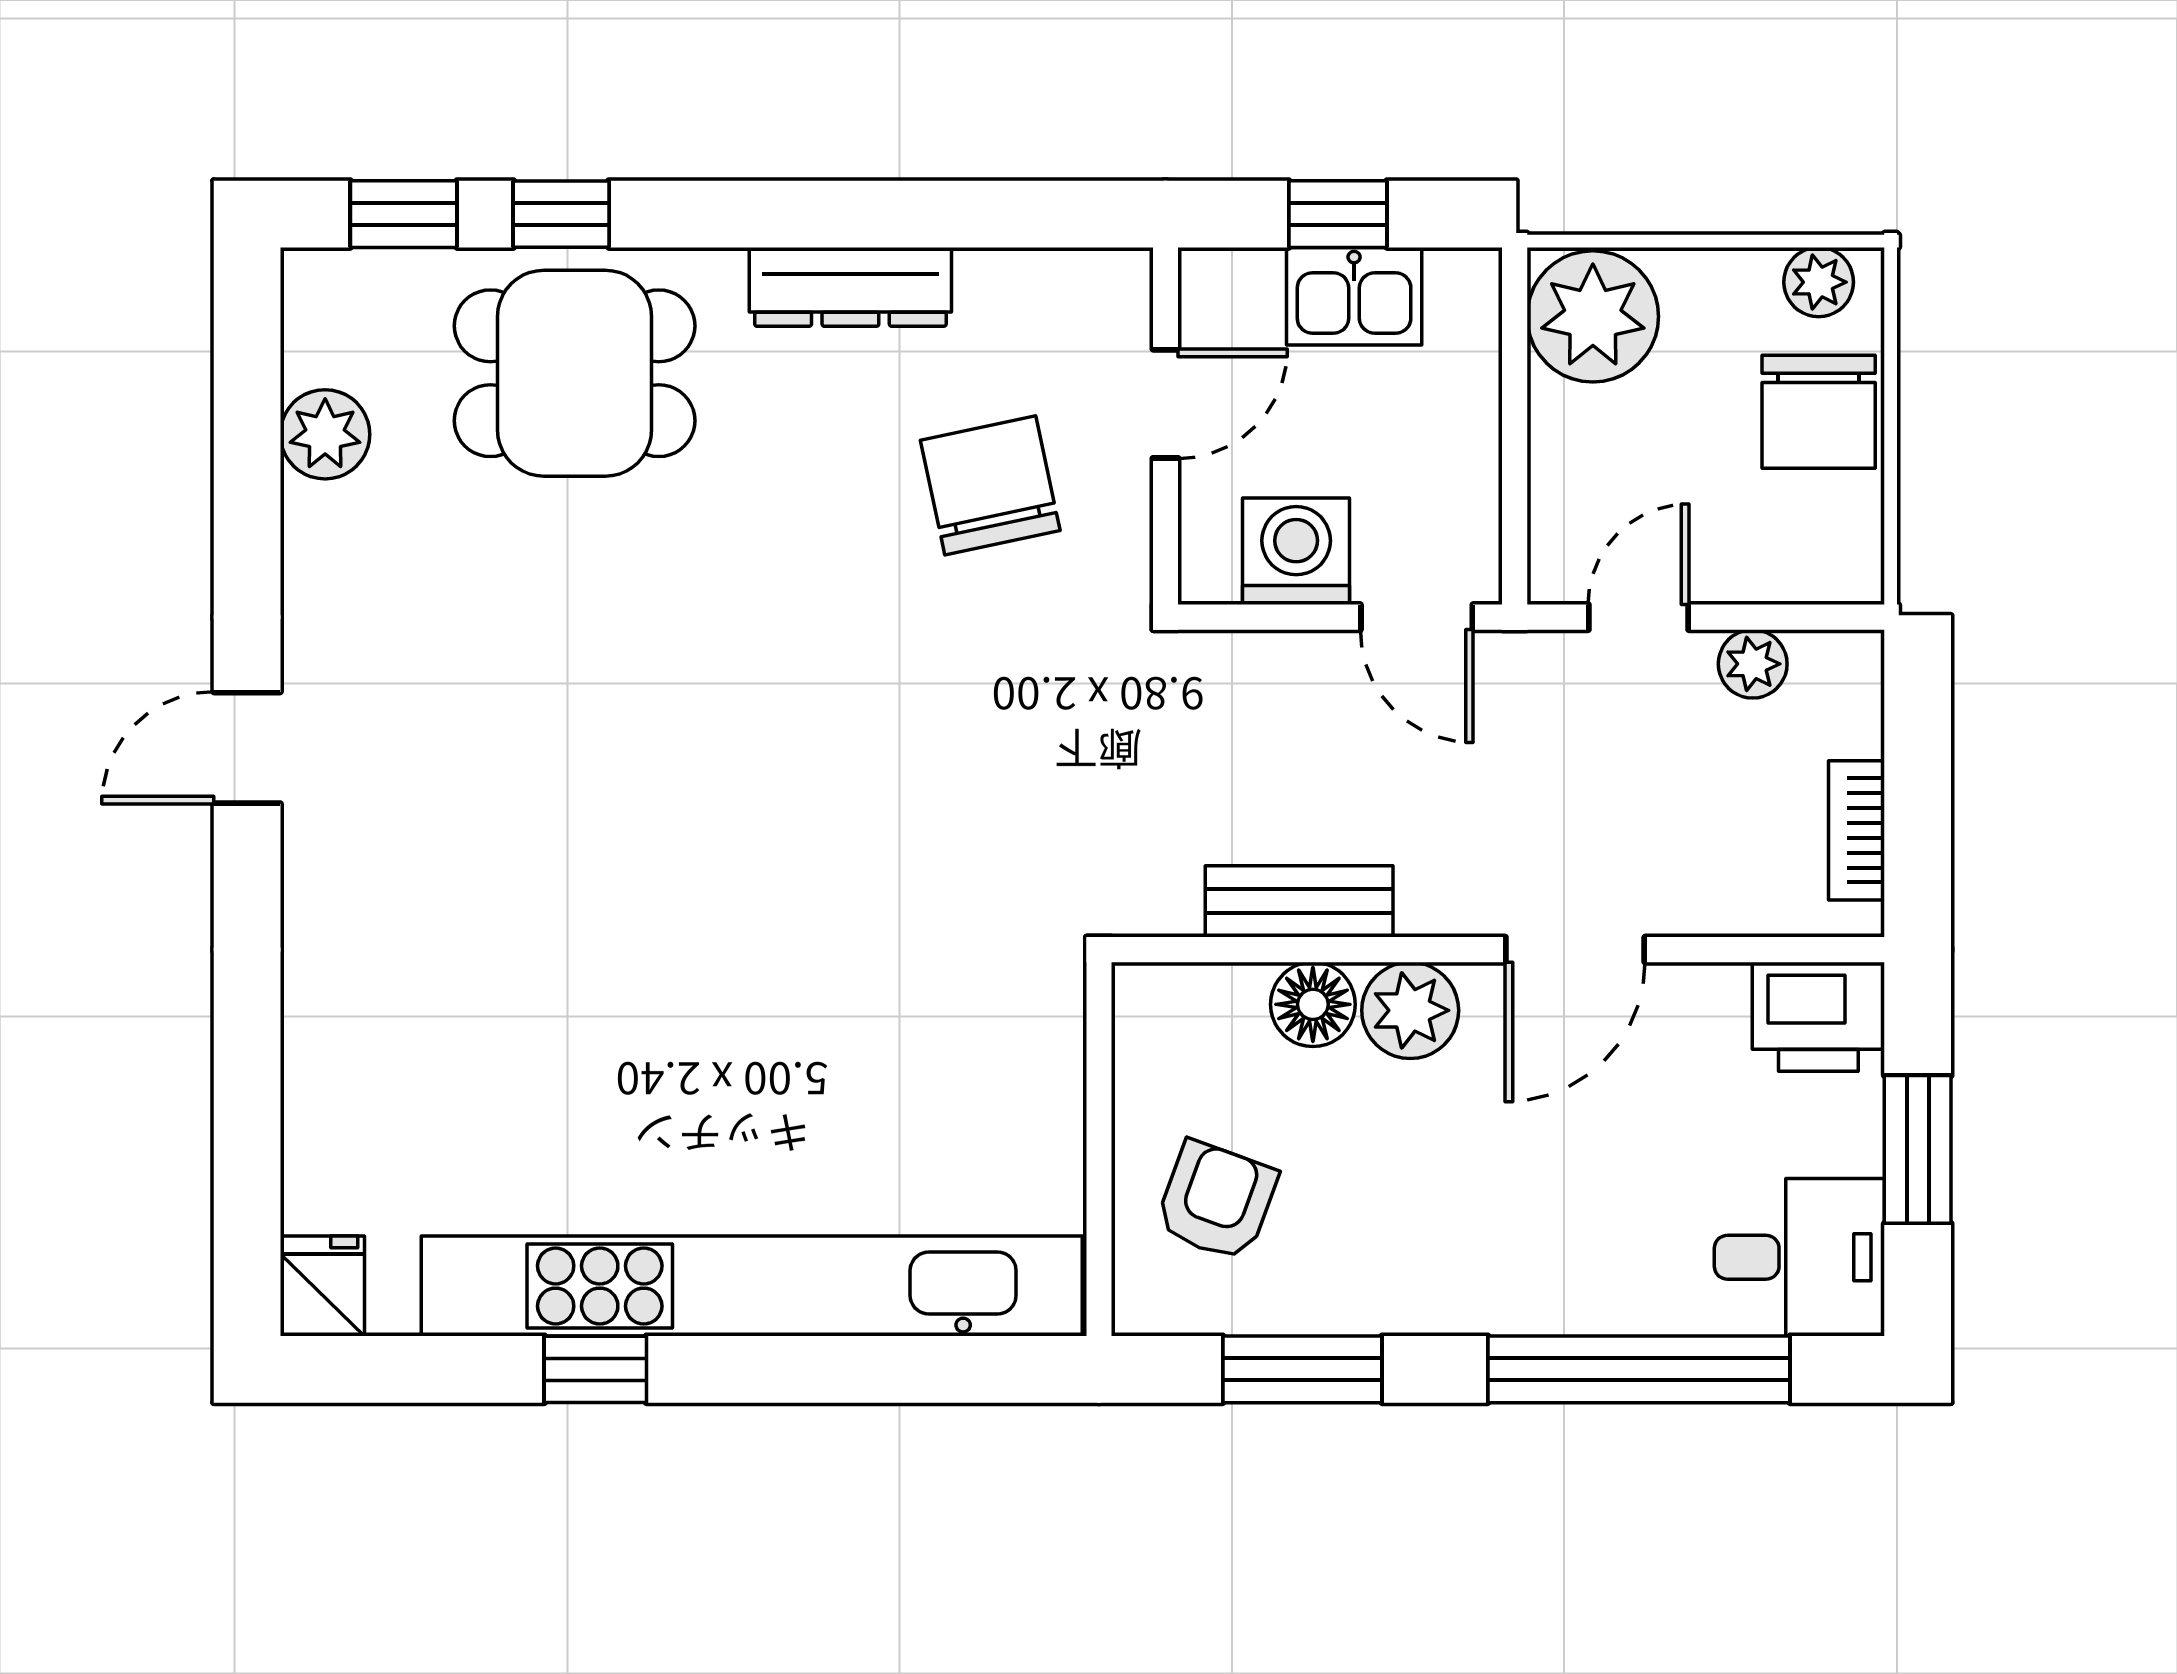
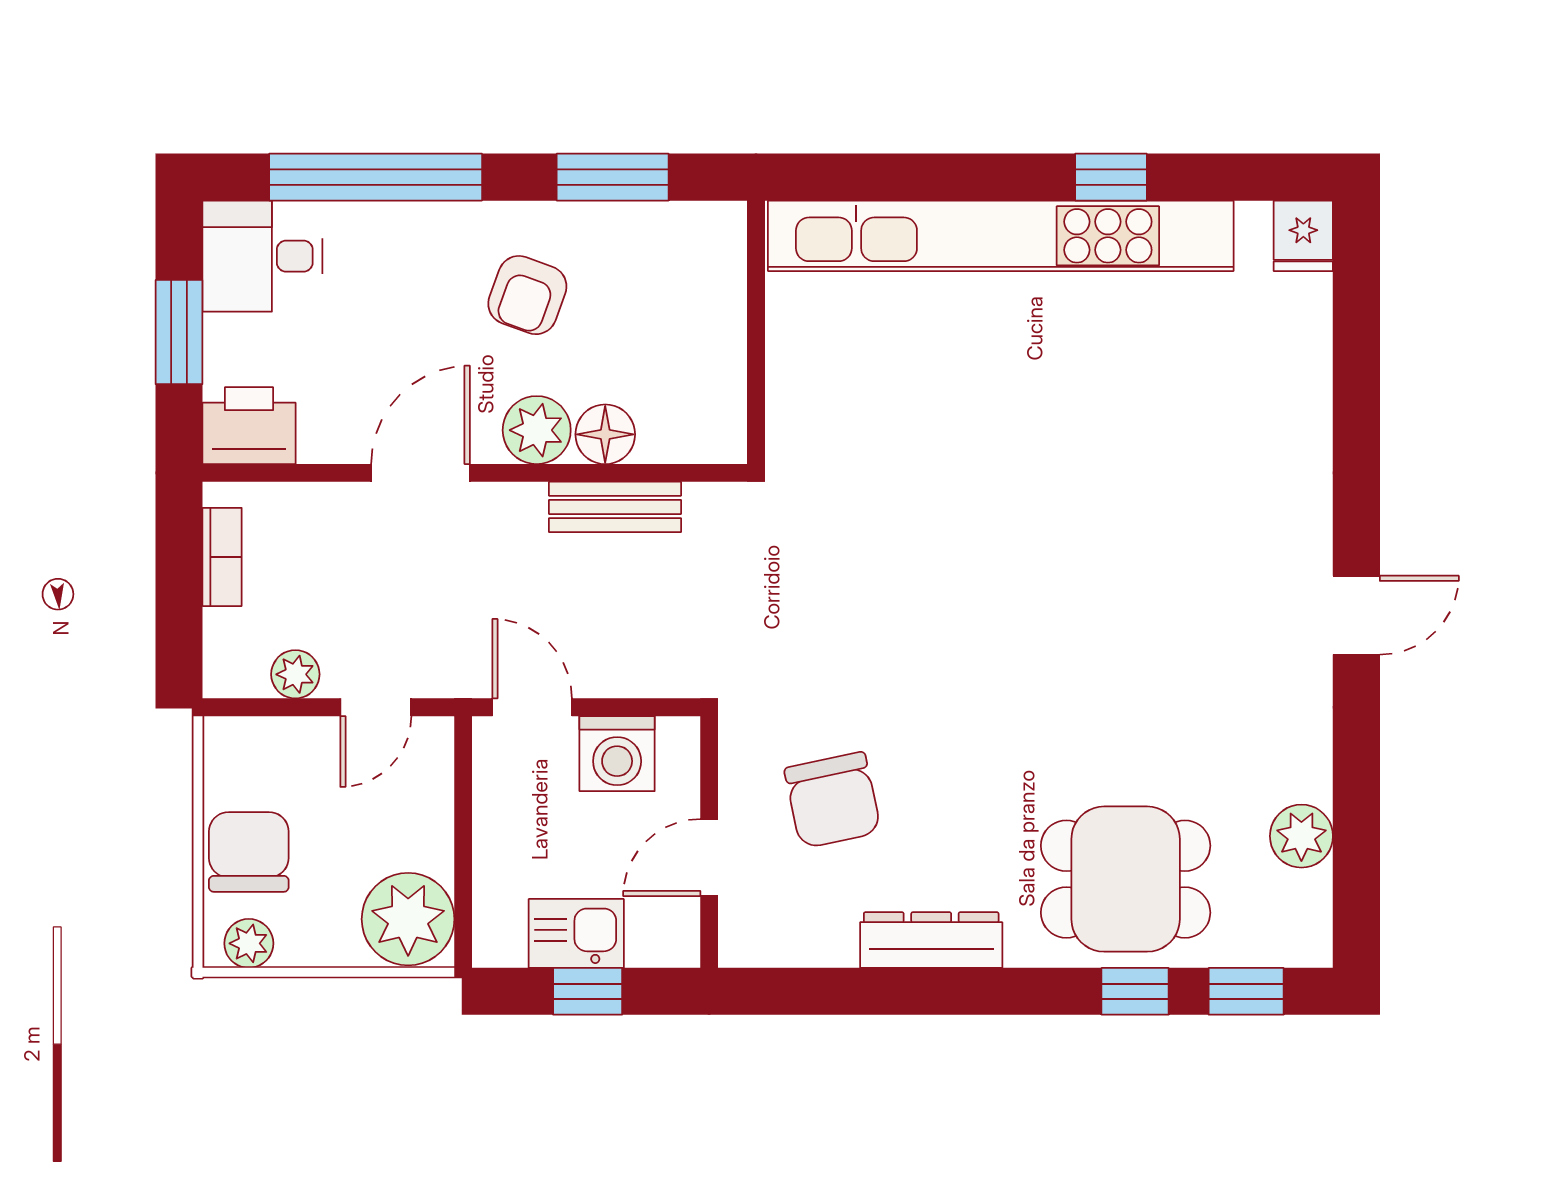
armchair: (1216, 1201) -> (527, 295), moved

